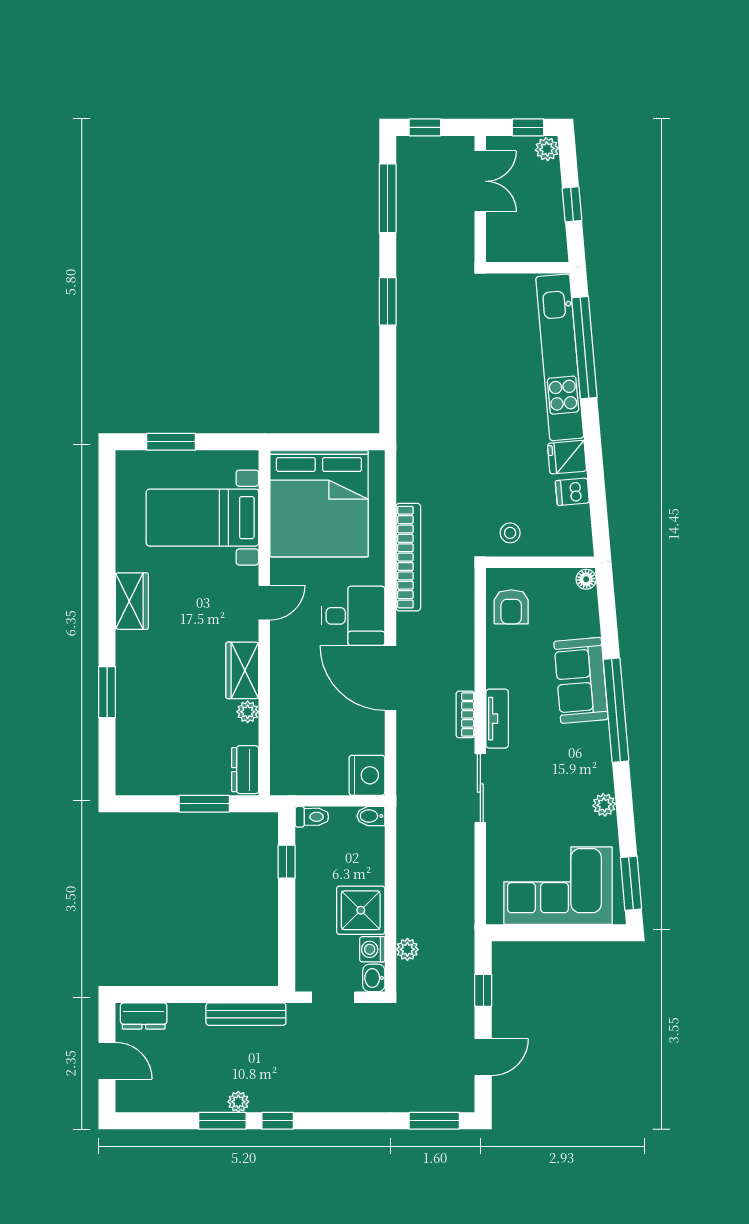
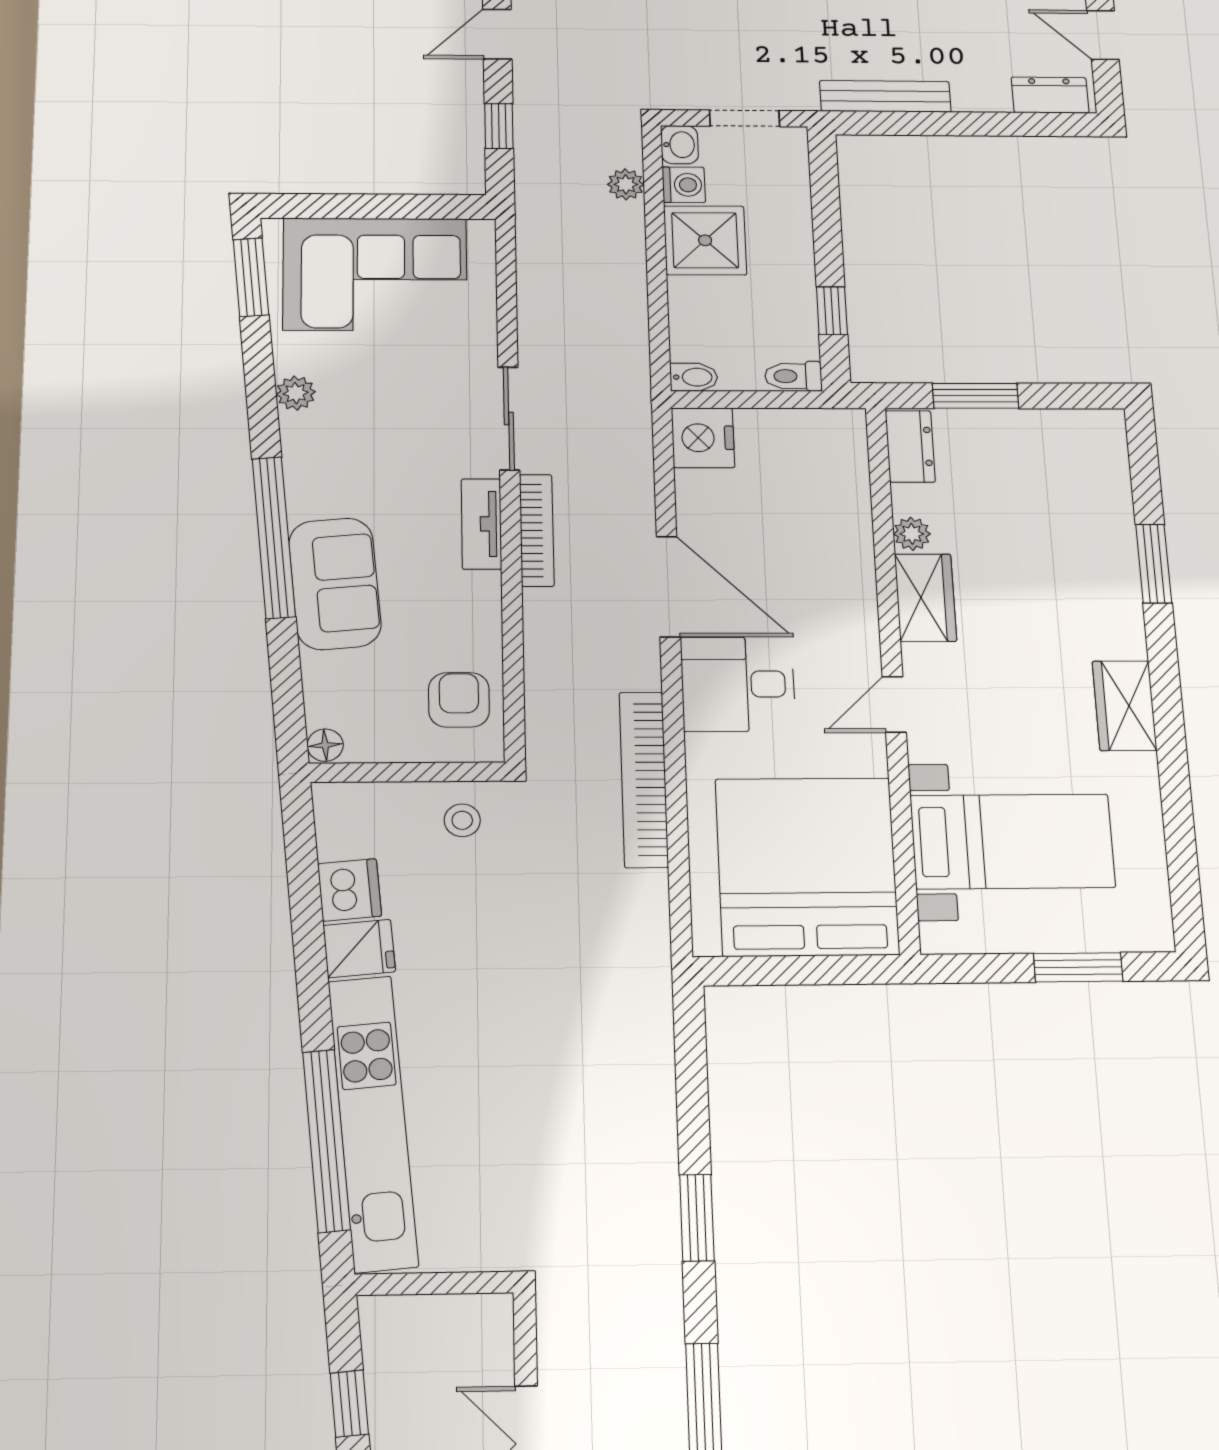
dishwasher: (572, 492) -> (350, 890), width x1.38
bookcase: (465, 714) -> (537, 530), width x1.56

